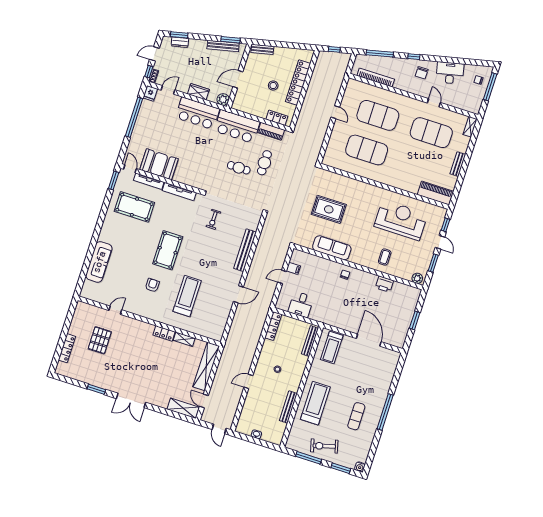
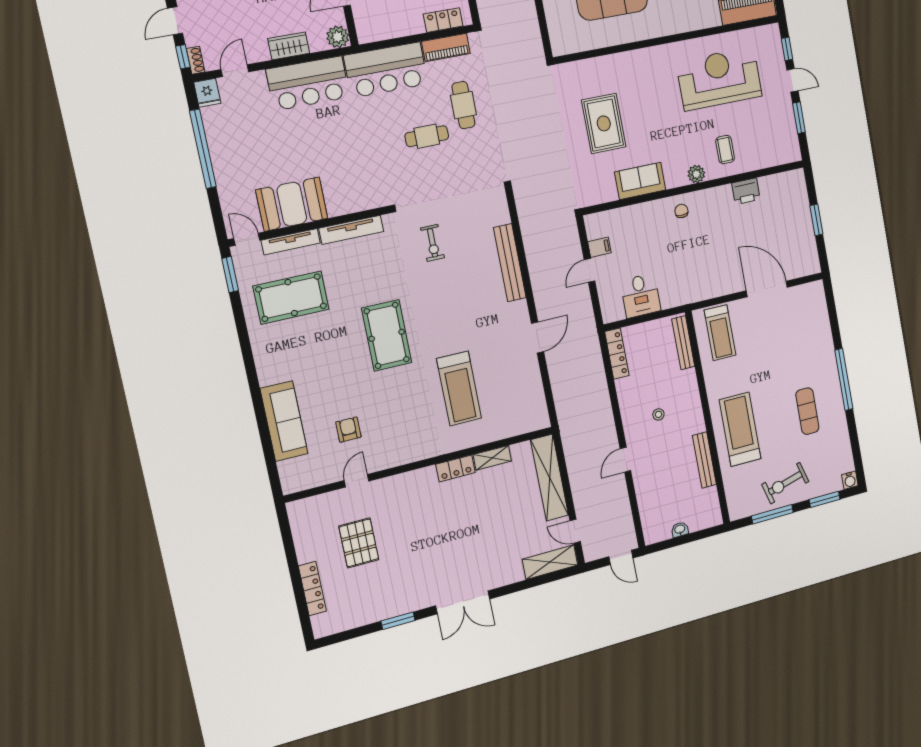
rug: (329, 209) -> (604, 123), turned 90
sofa: (332, 248) -> (640, 181), width x0.73
plant: (417, 278) -> (696, 174), moved
armchair: (152, 285) -> (348, 430), moved
treadmill: (187, 296) -> (459, 388), turned 180

